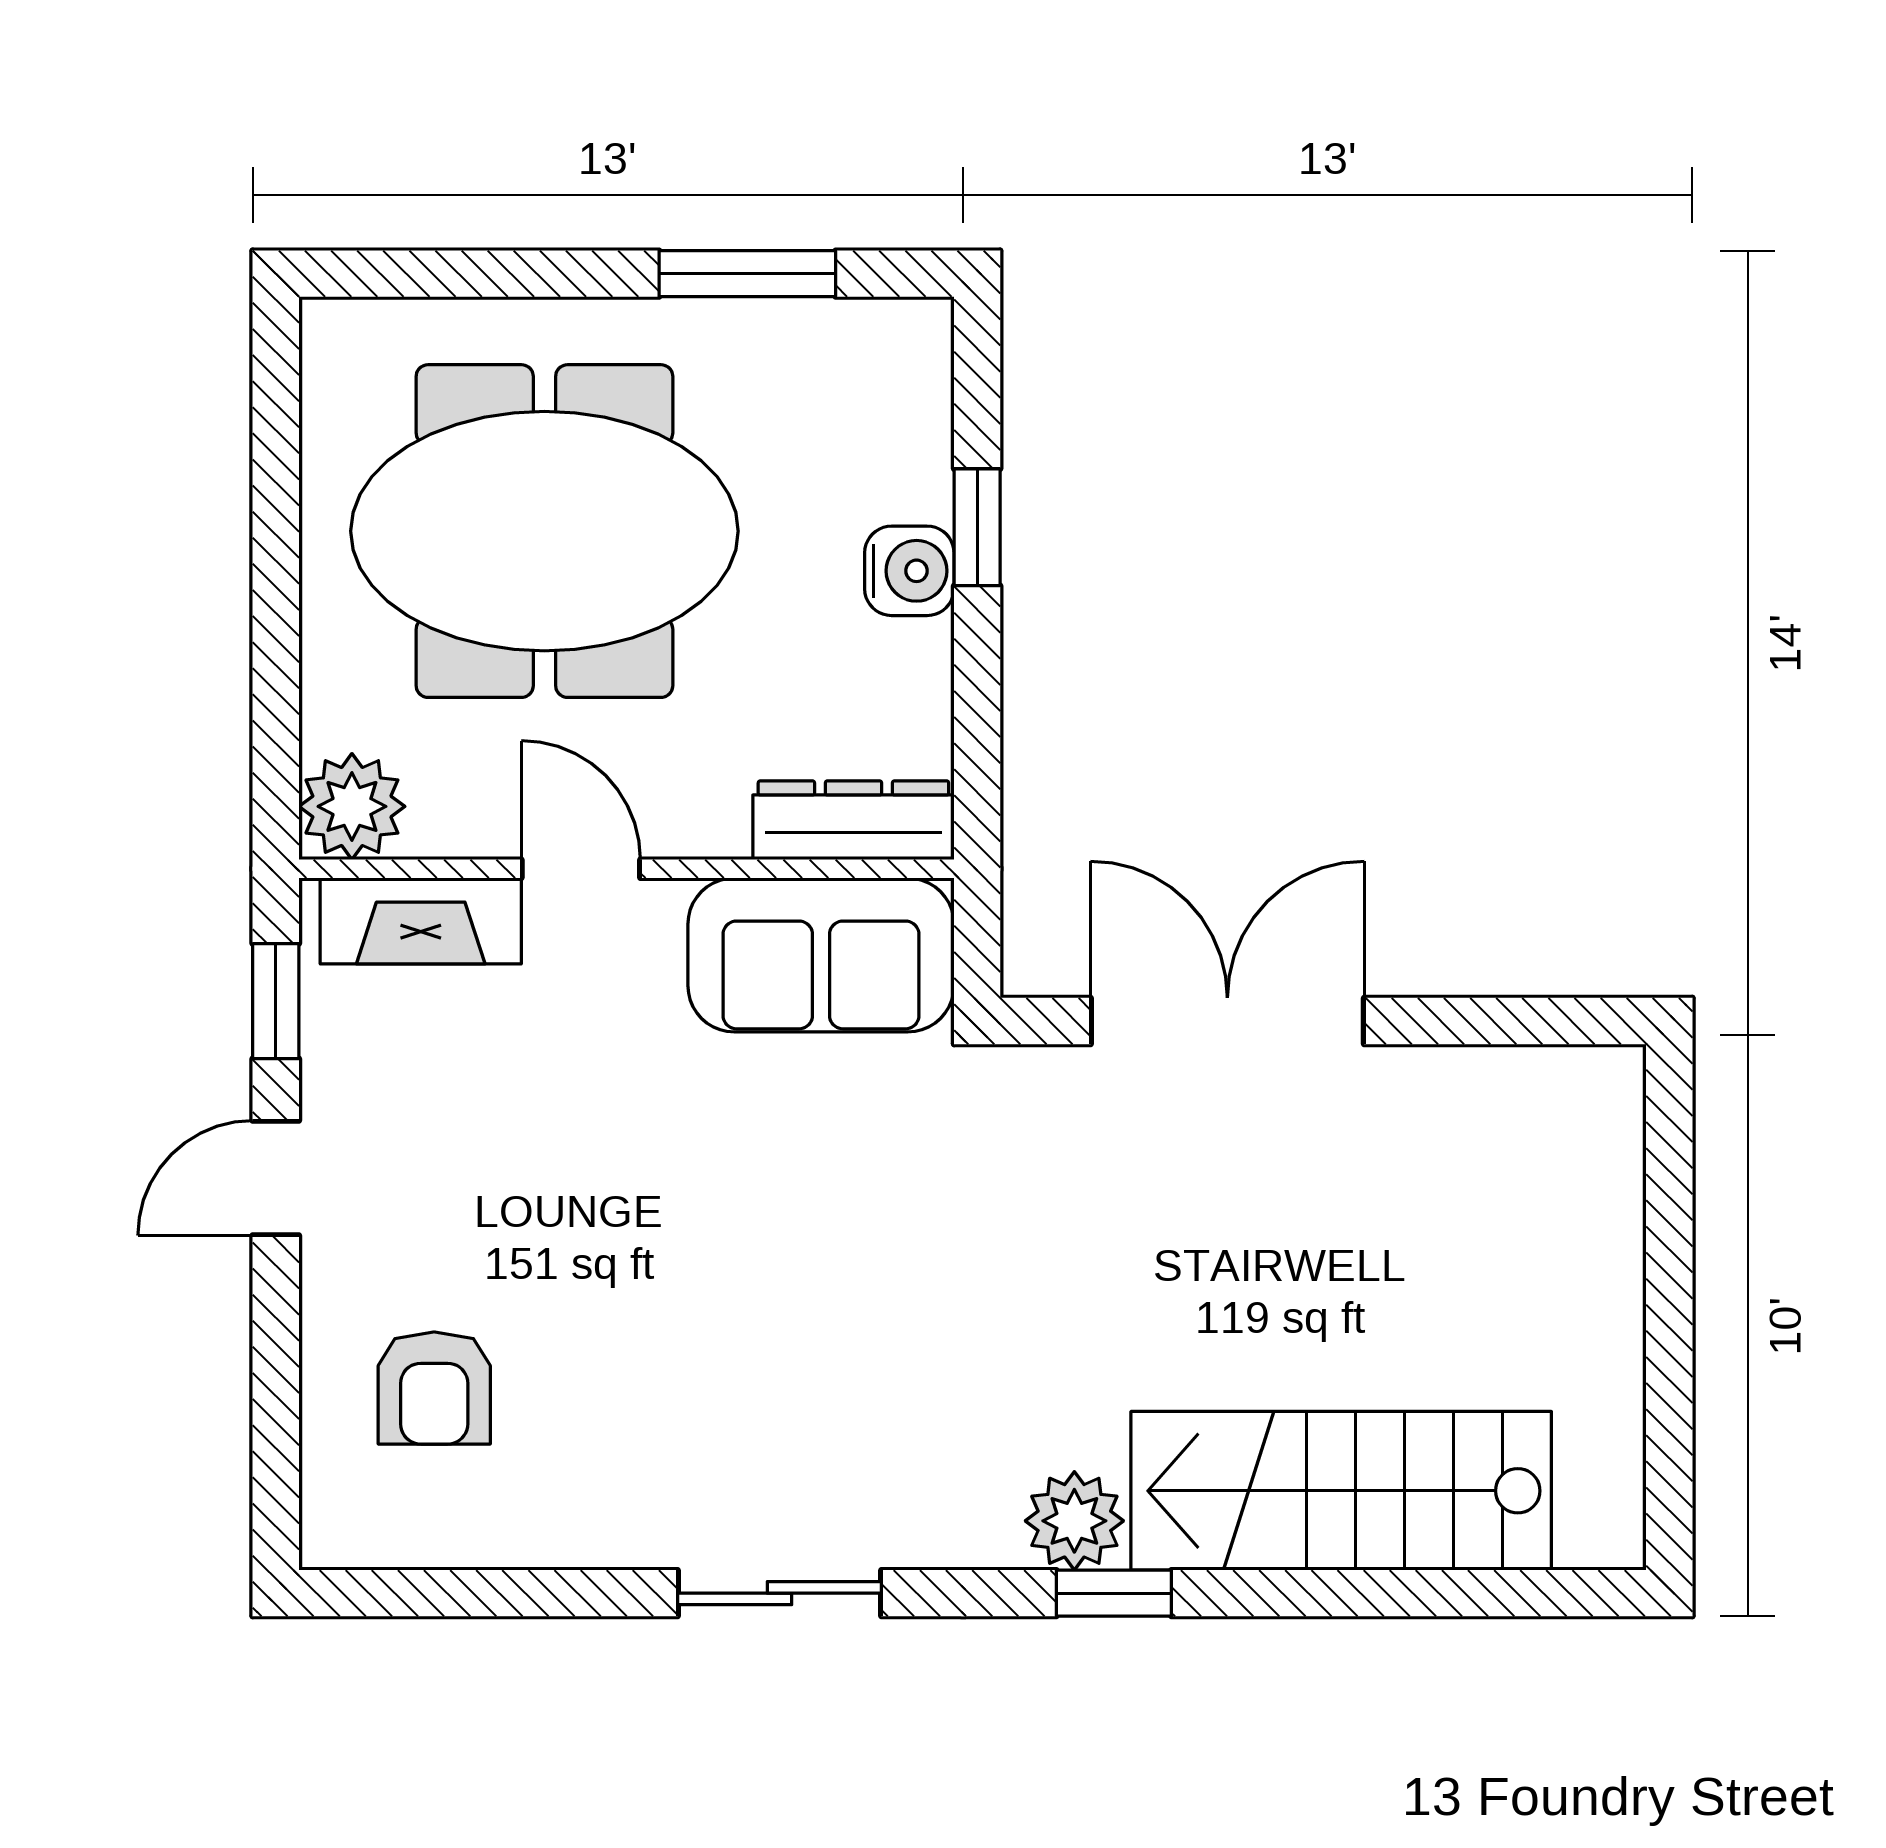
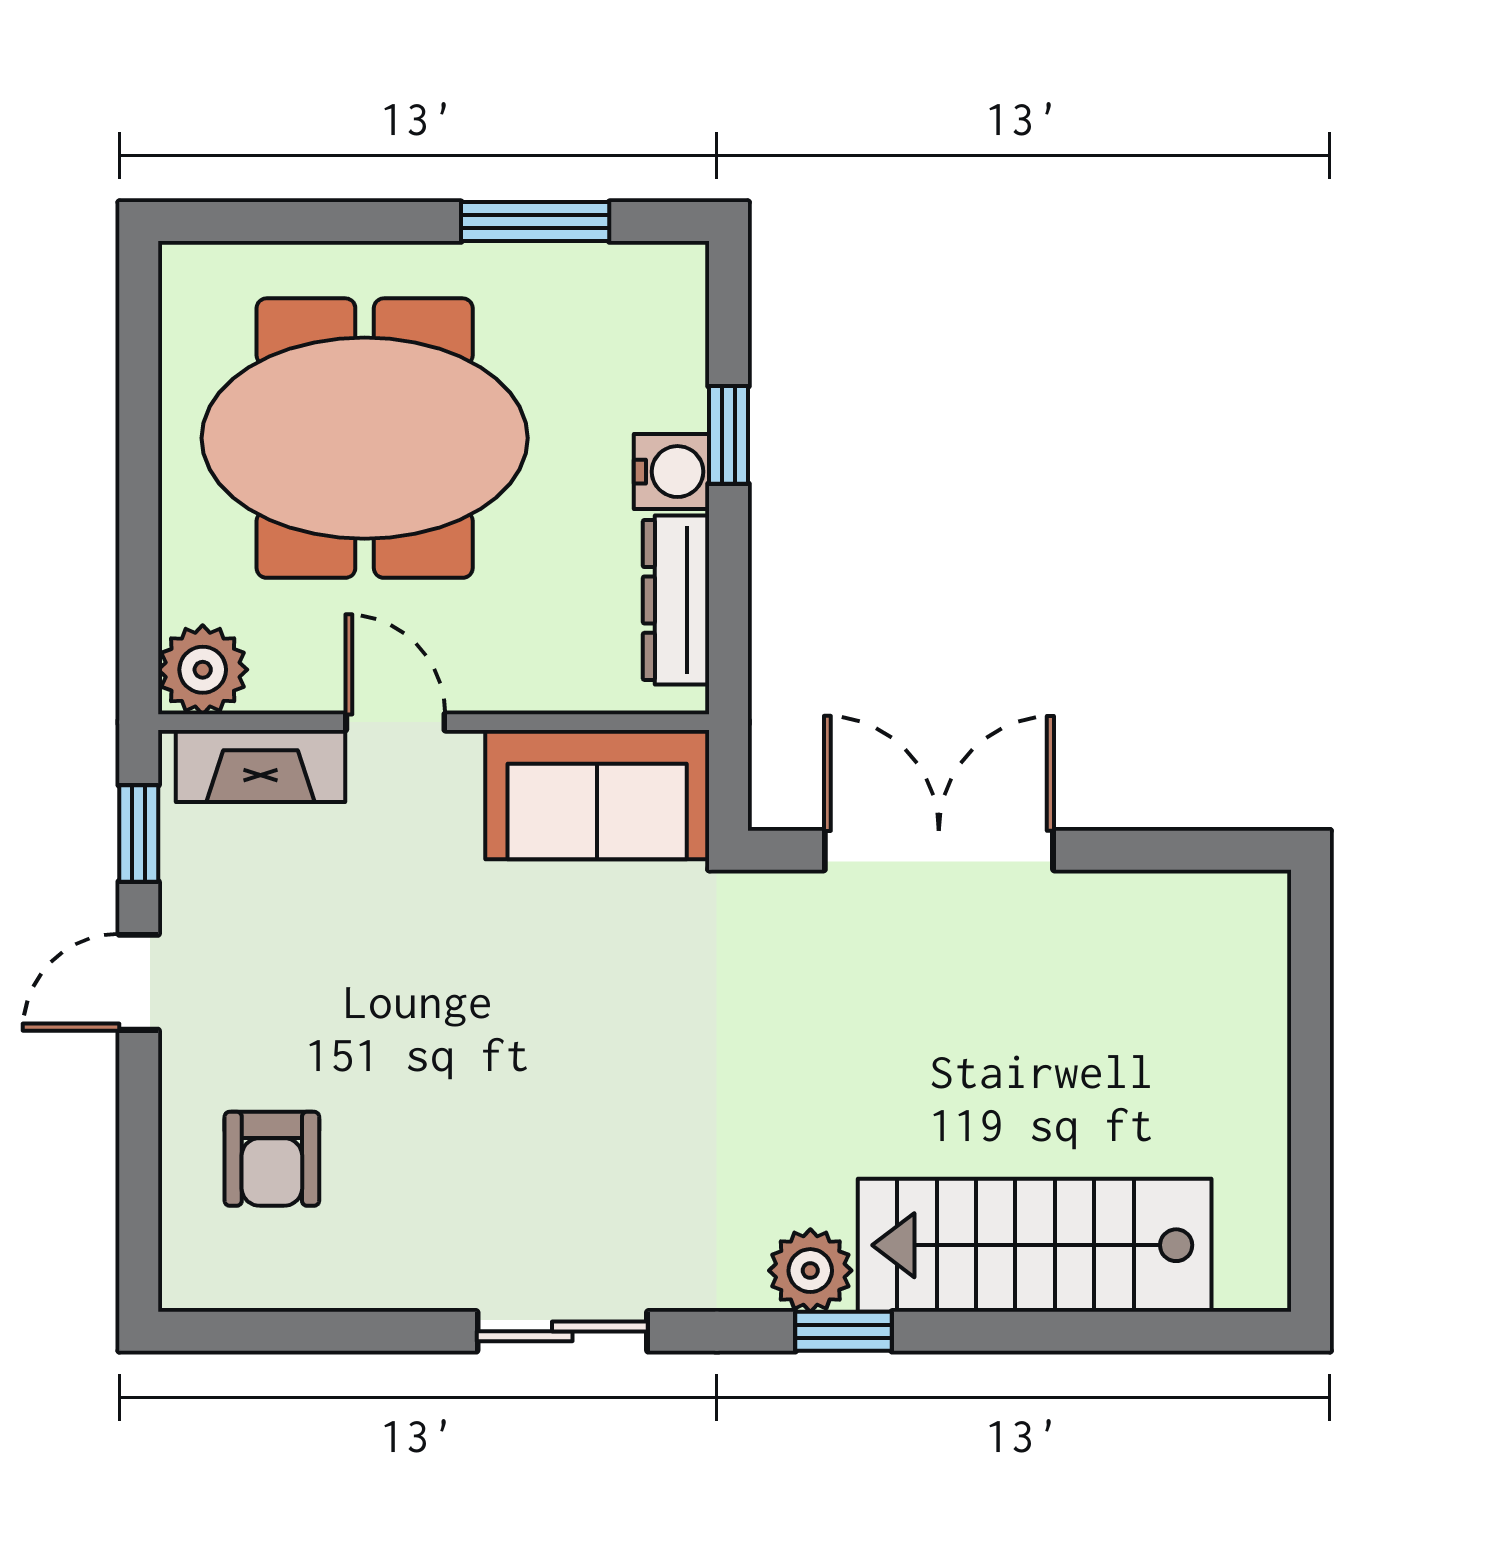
dresser: (853, 820) -> (676, 600), moved, turned -90

